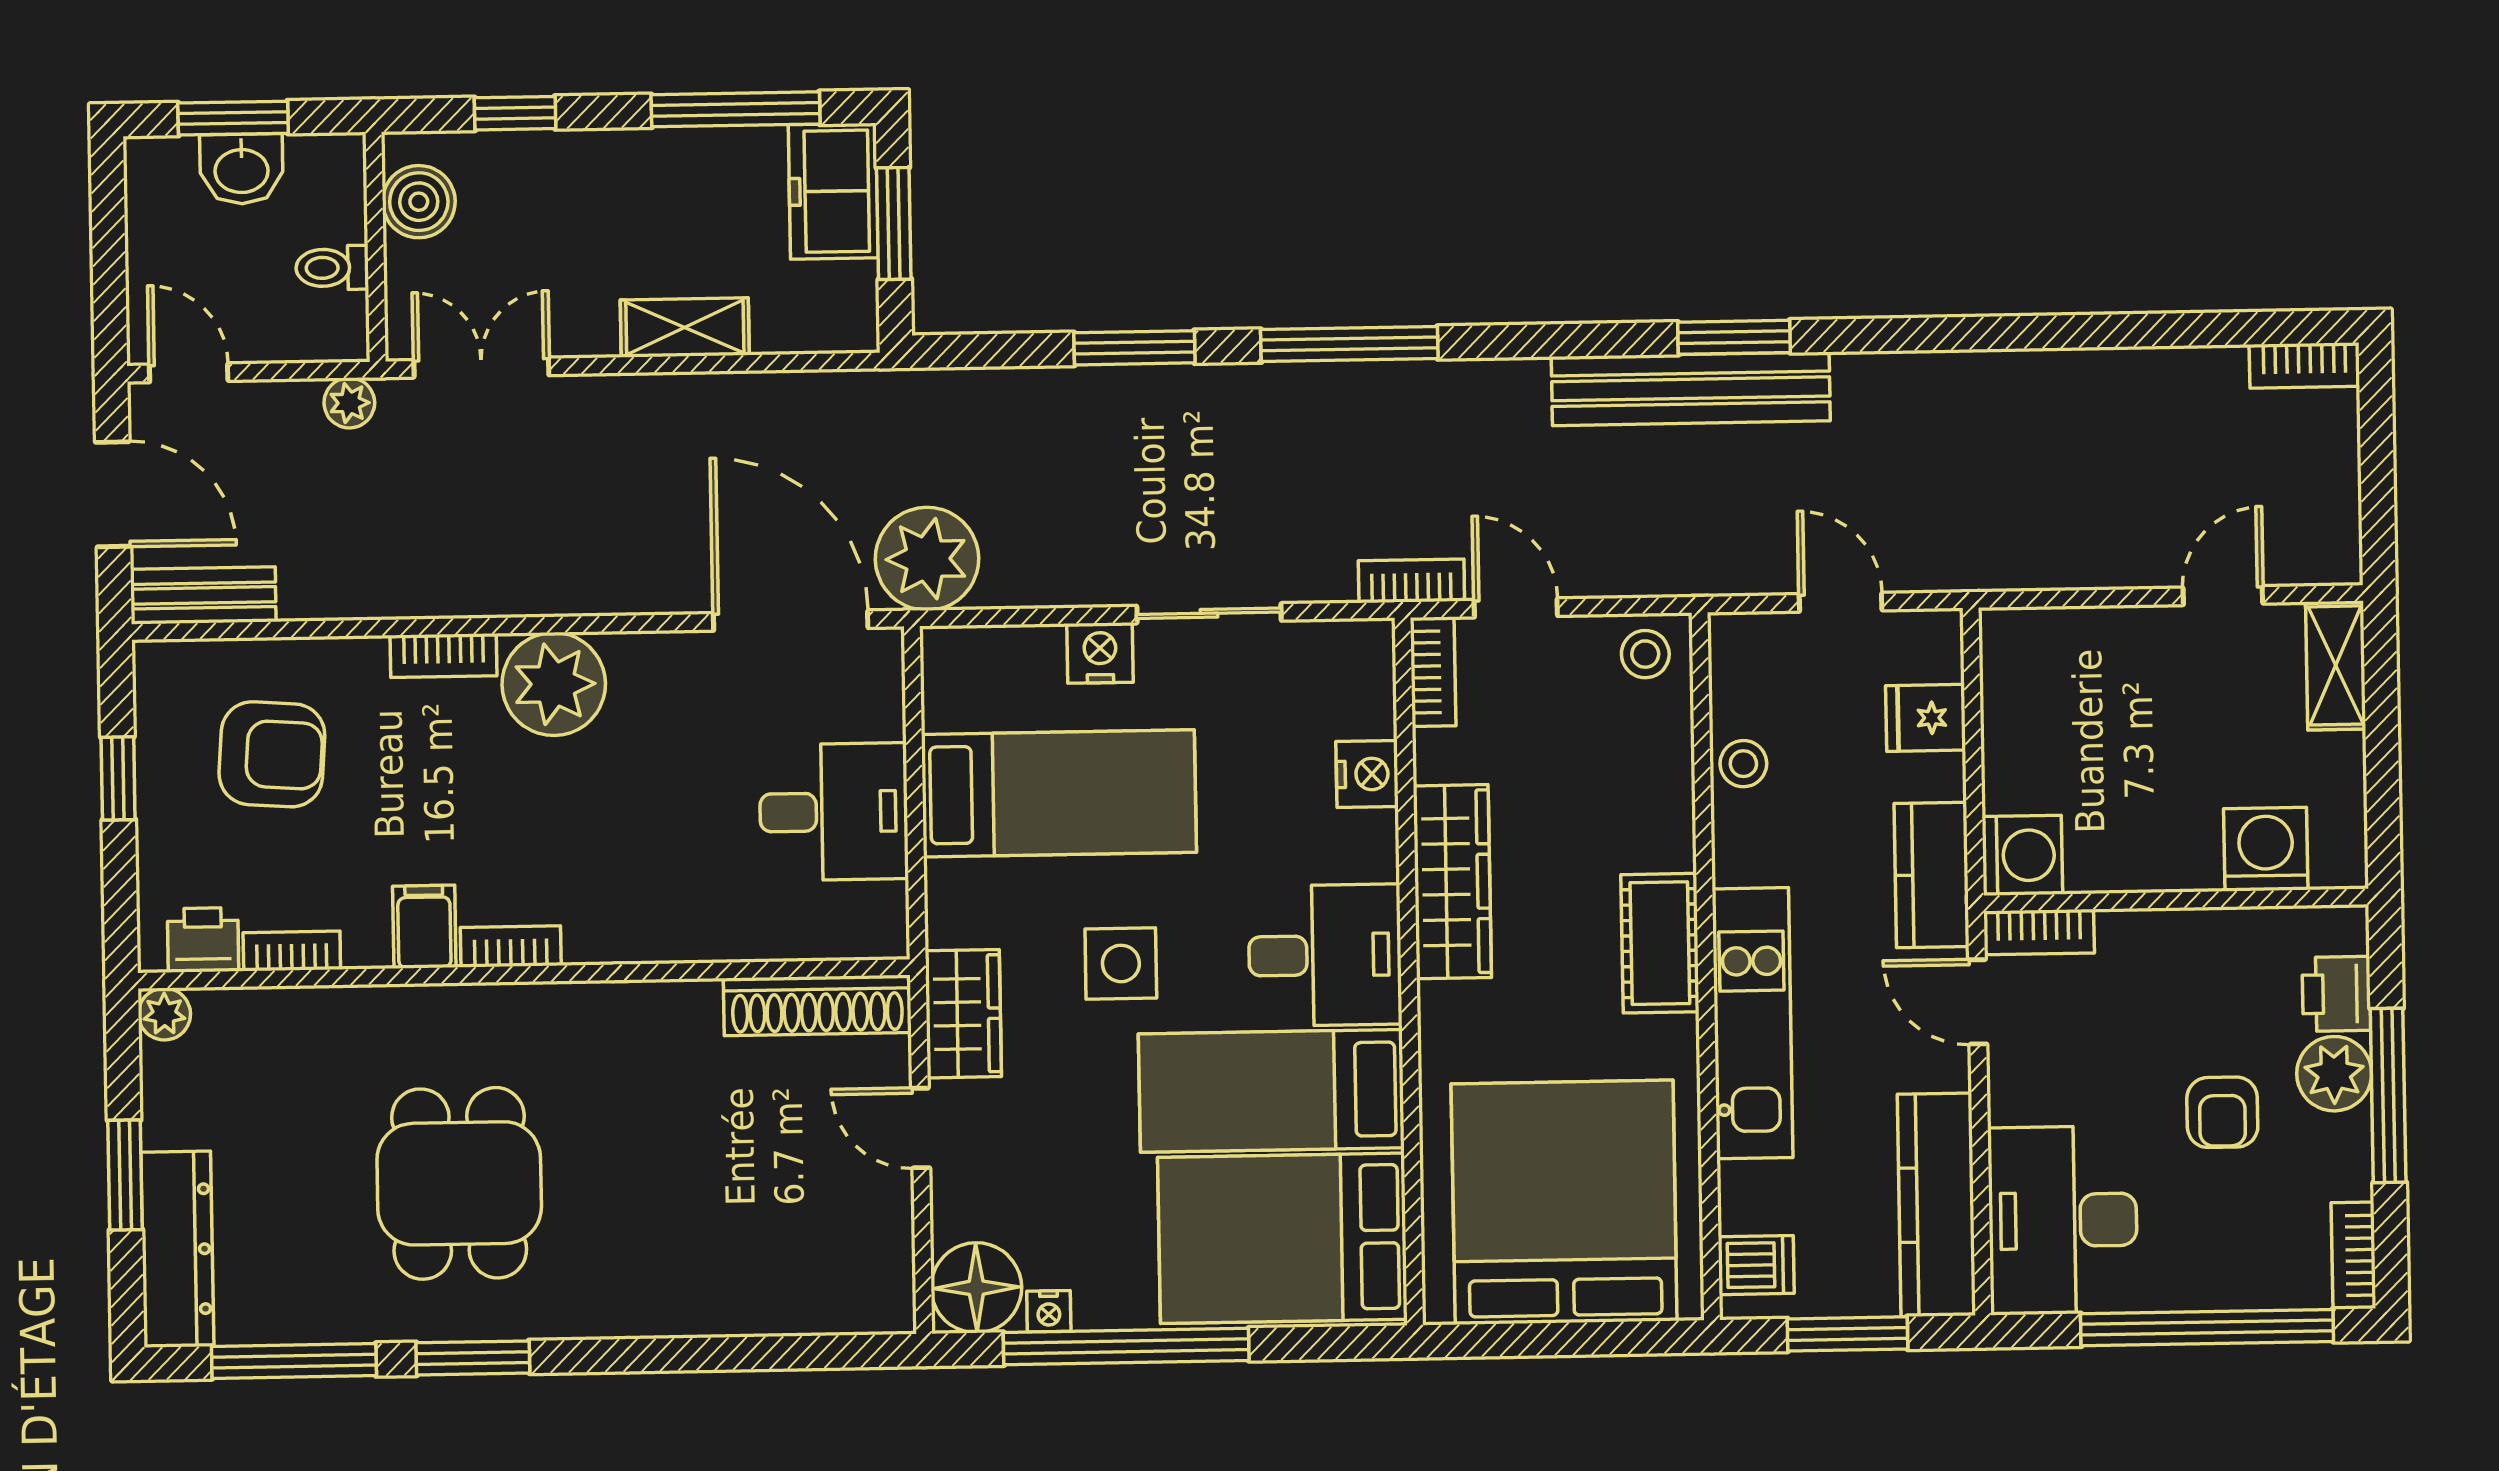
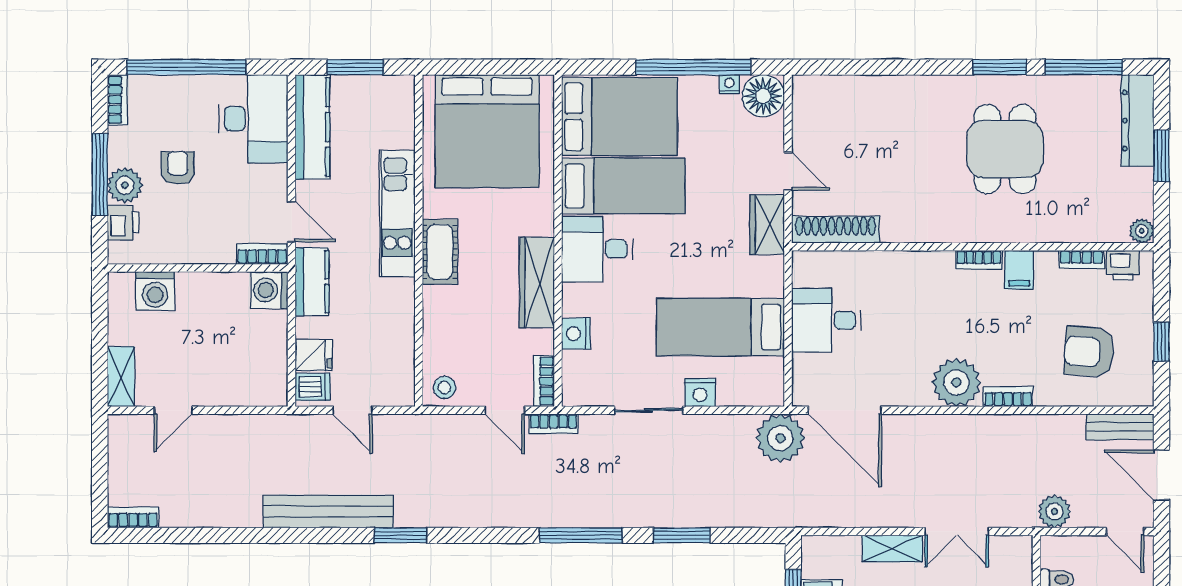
double door: (481, 368) -> (957, 531), moved
bench: (1691, 389) -> (328, 512), moved
plant: (349, 403) -> (1054, 512), width x1.38, depth x1.38
stool: (1743, 764) -> (399, 335), removed
side table: (1121, 963) -> (693, 247), removed
dishwasher: (1756, 1265) -> (313, 387), moved, turned 180

